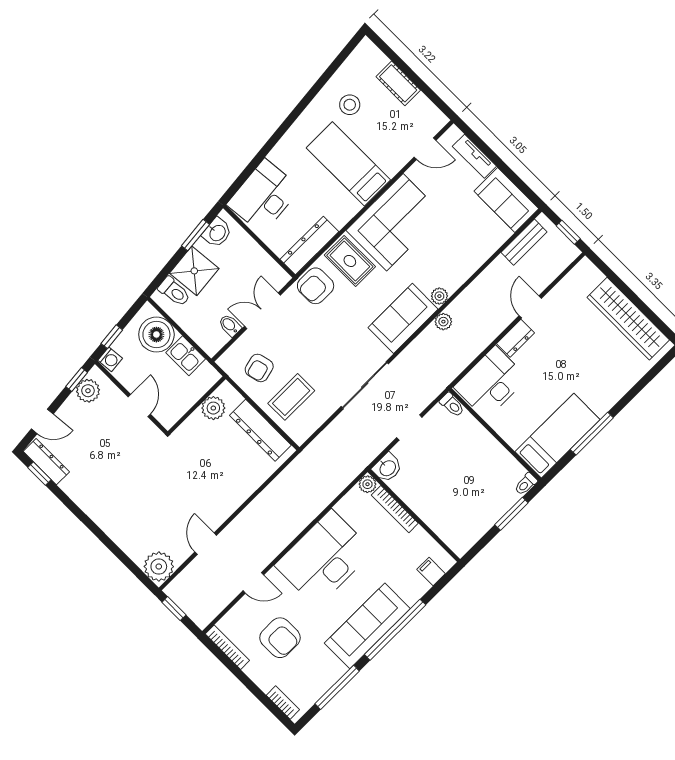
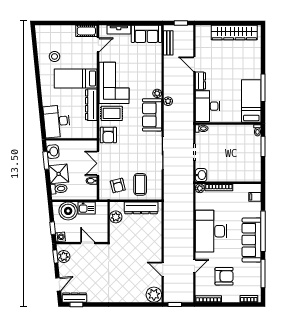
cot: (398, 83) -> (86, 31), moved
dresser: (309, 245) -> (91, 105), moved

